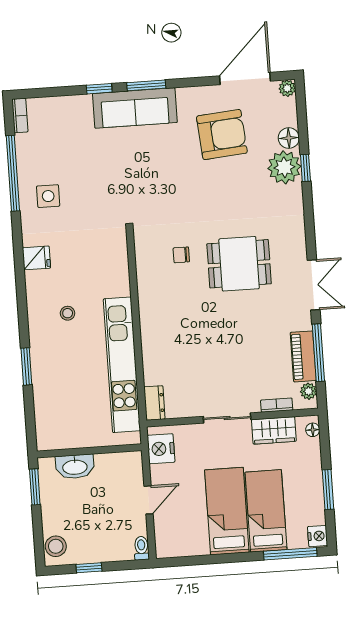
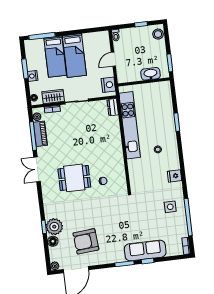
sofa: (135, 108) -> (145, 250), moved
nightstand: (318, 536) -> (33, 76), moved

